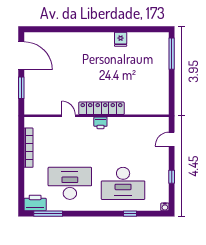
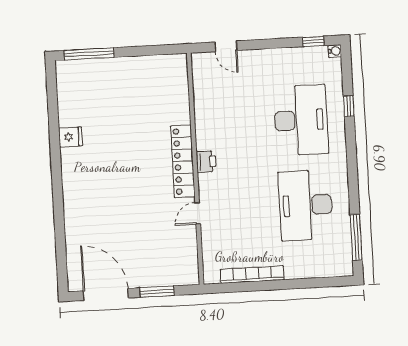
door: (21, 56) -> (106, 294), hinge flipped
window: (172, 177) -> (313, 41), moved
printer: (35, 203) -> (340, 259), removed

